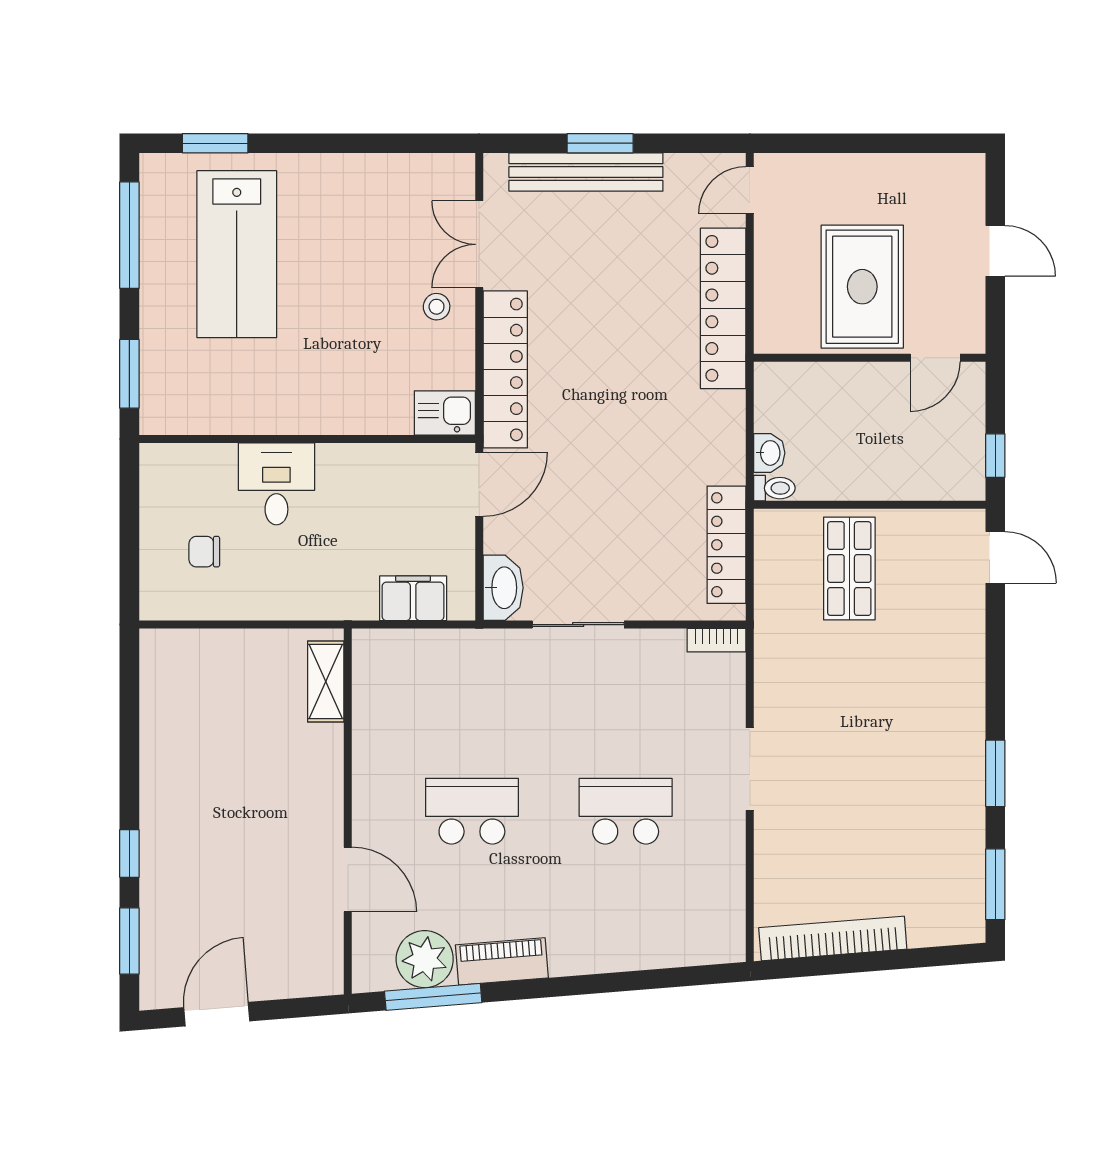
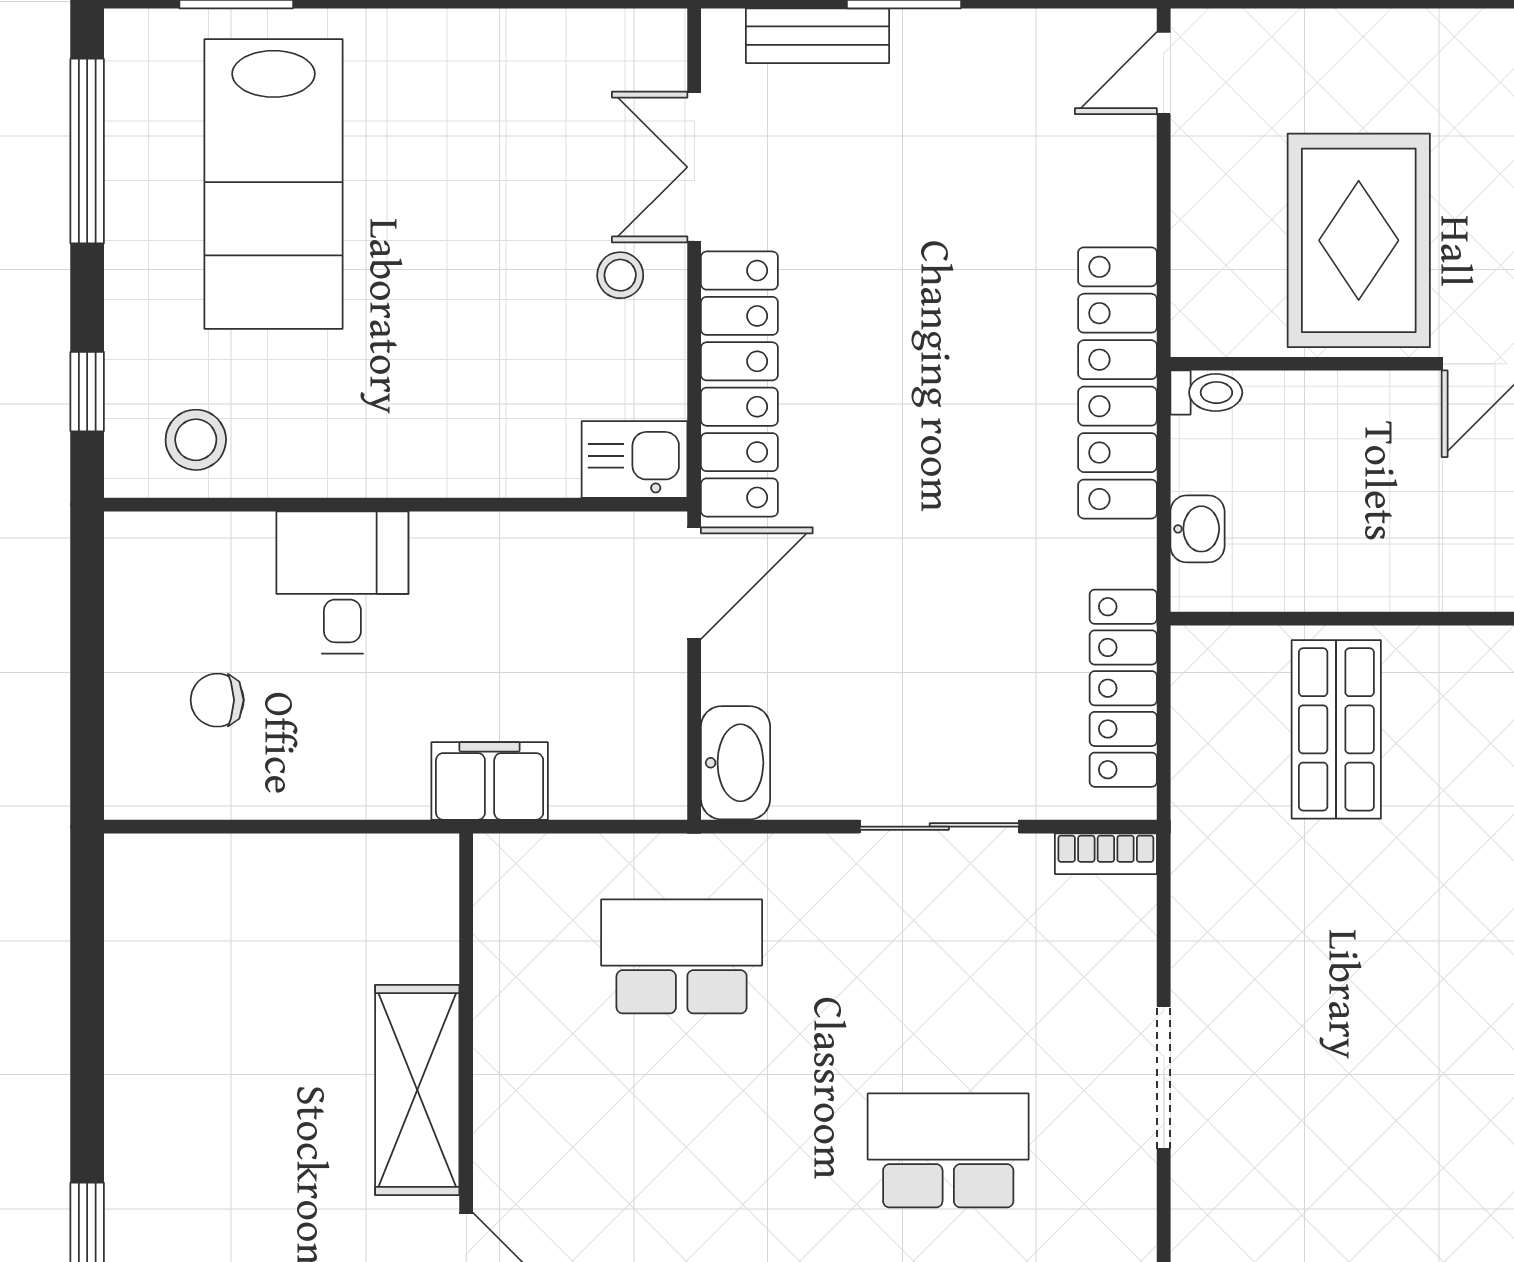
bench: (586, 172) -> (818, 36), width x0.54, depth x0.82
locker: (723, 308) -> (1118, 383), moved
window: (129, 374) -> (87, 392), width x0.67
stool: (192, 402) -> (196, 440), added
toilet: (774, 488) -> (1206, 393), moved
filing cabinet: (413, 598) -> (490, 781), moved
sliding door: (578, 625) -> (939, 827), moved
shelving: (326, 682) -> (417, 1090), moved, width x1.50, depth x1.33
school desk: (472, 811) -> (682, 956), moved

